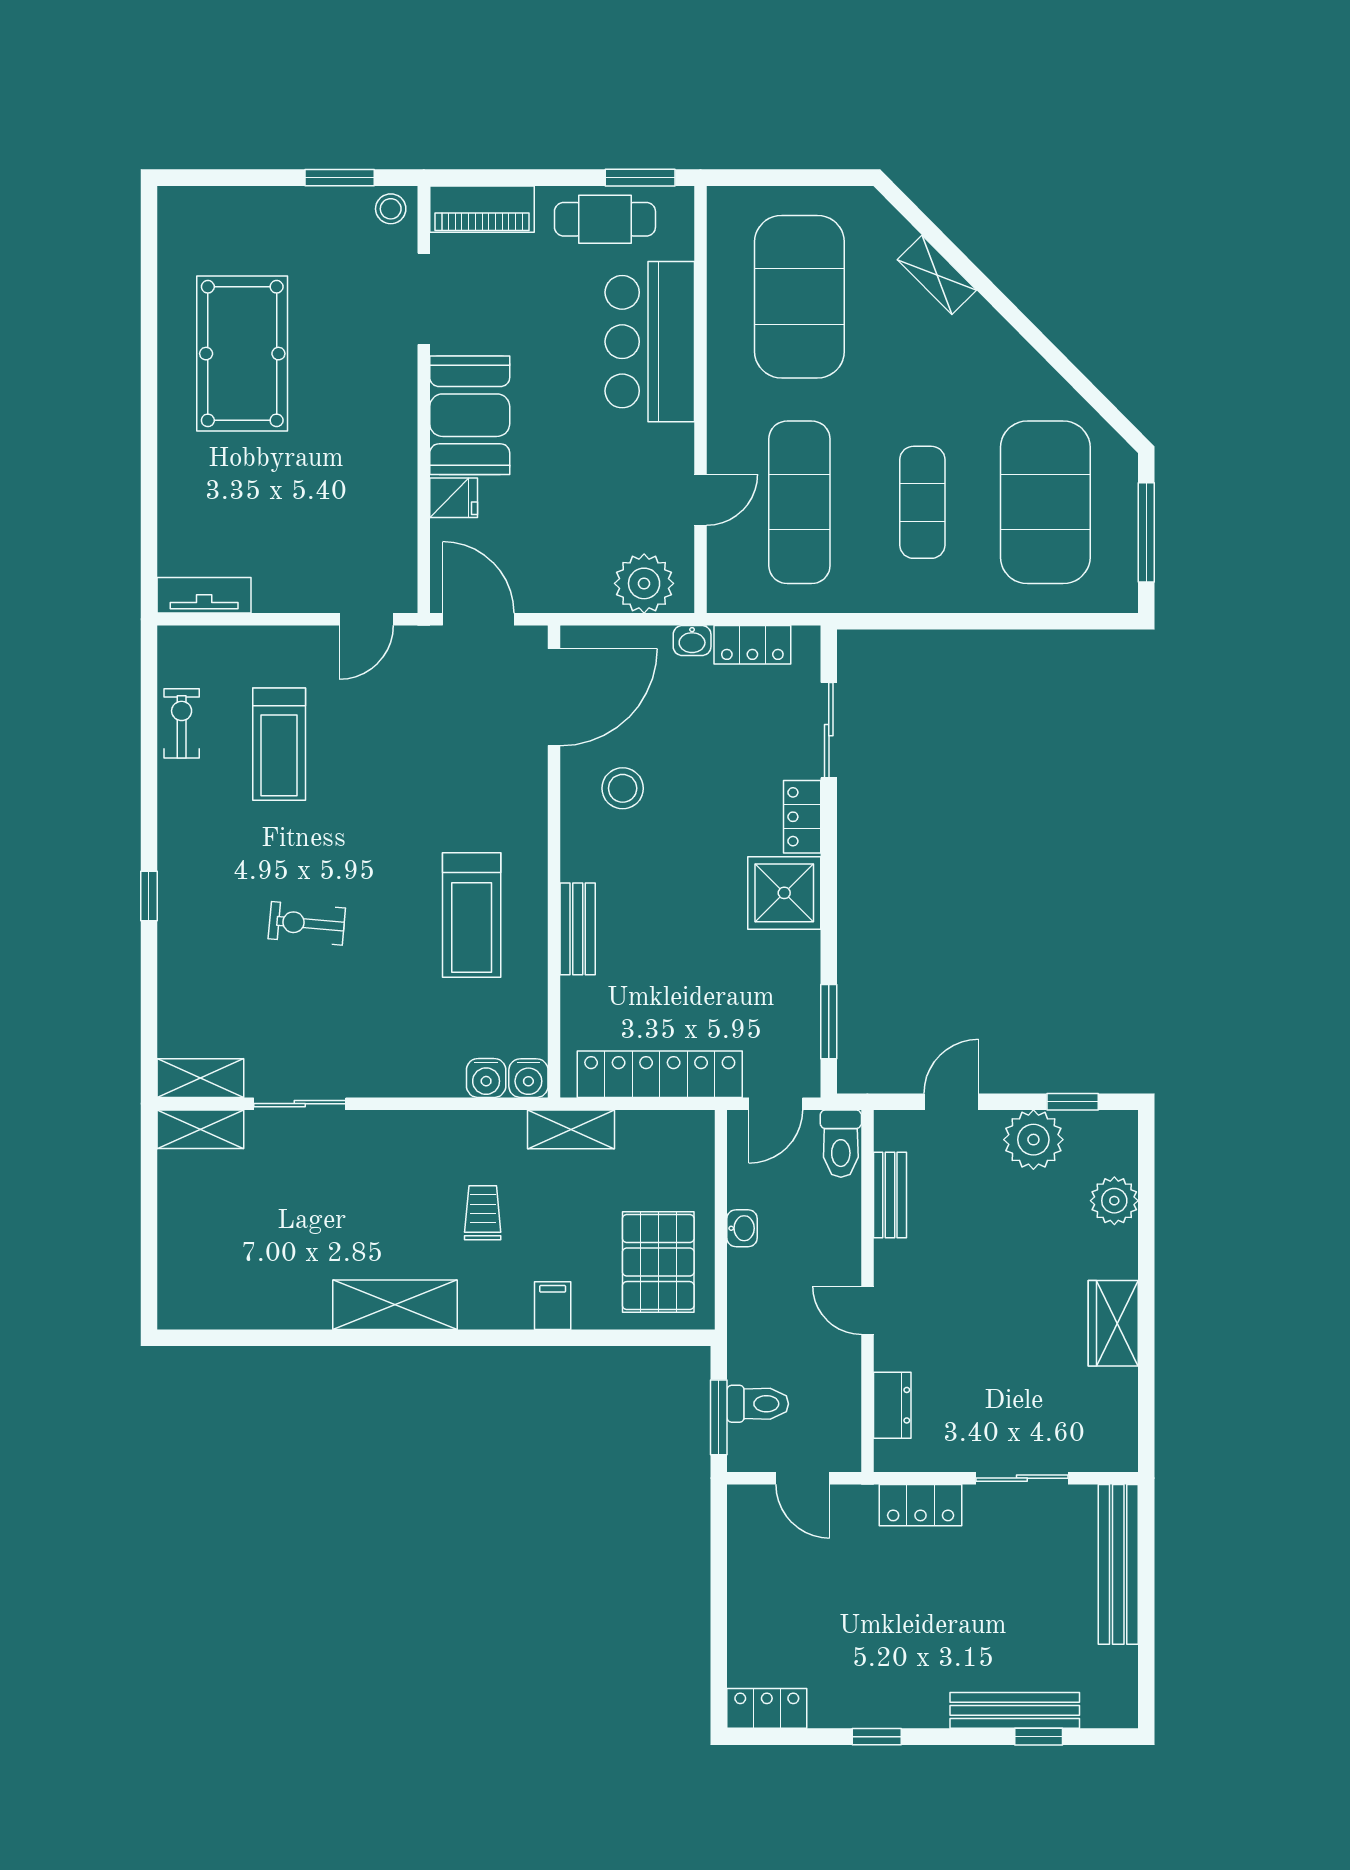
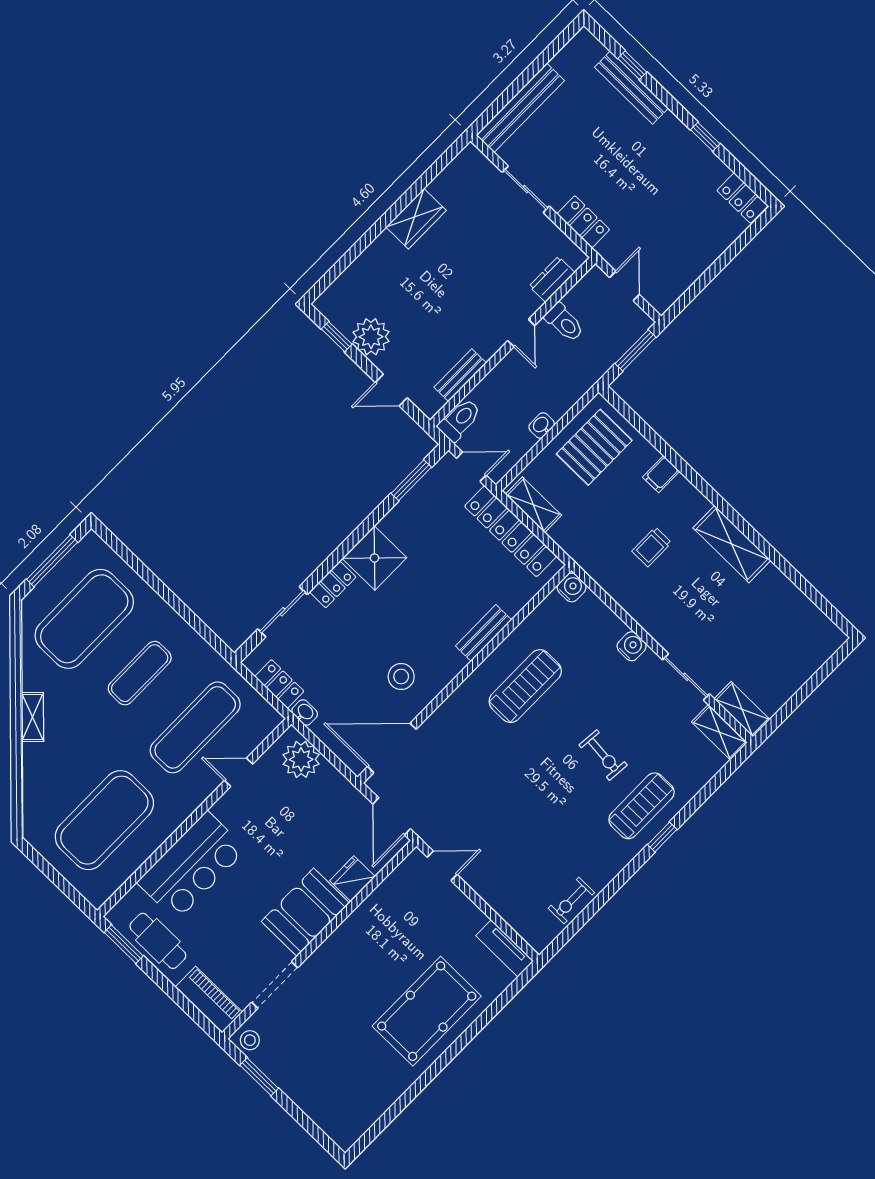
shelving: (937, 275) -> (32, 717), moved
pool table: (242, 354) -> (427, 1011), moved
fridge: (454, 498) -> (352, 879), width x1.38
treadmill: (279, 744) -> (641, 806), moved
water cooler: (486, 1078) -> (632, 646), moved
shelving: (571, 1129) -> (533, 505), moved
plant: (1114, 1201) -> (362, 274), removed
toilet: (758, 1404) -> (564, 322), moved, turned 180

